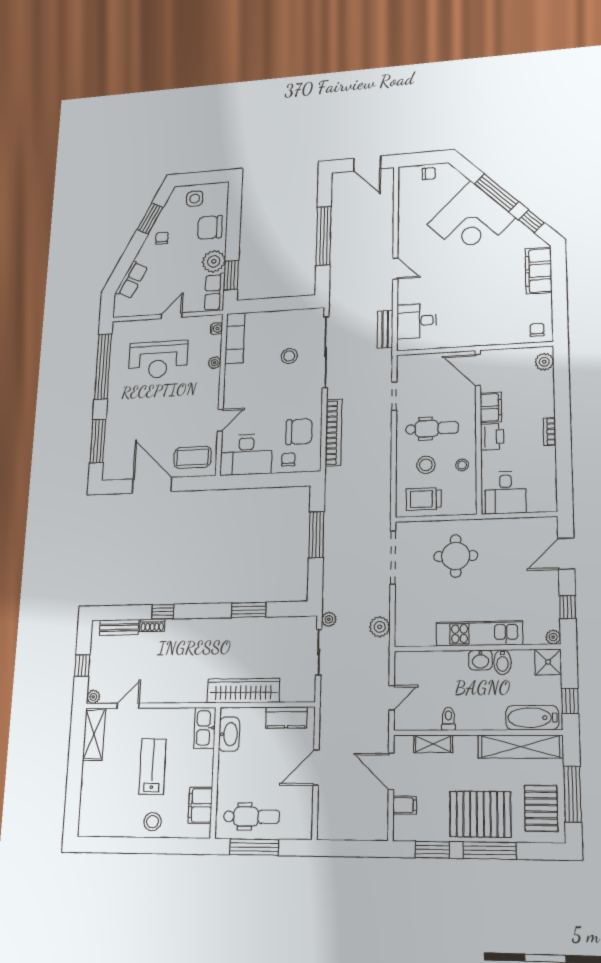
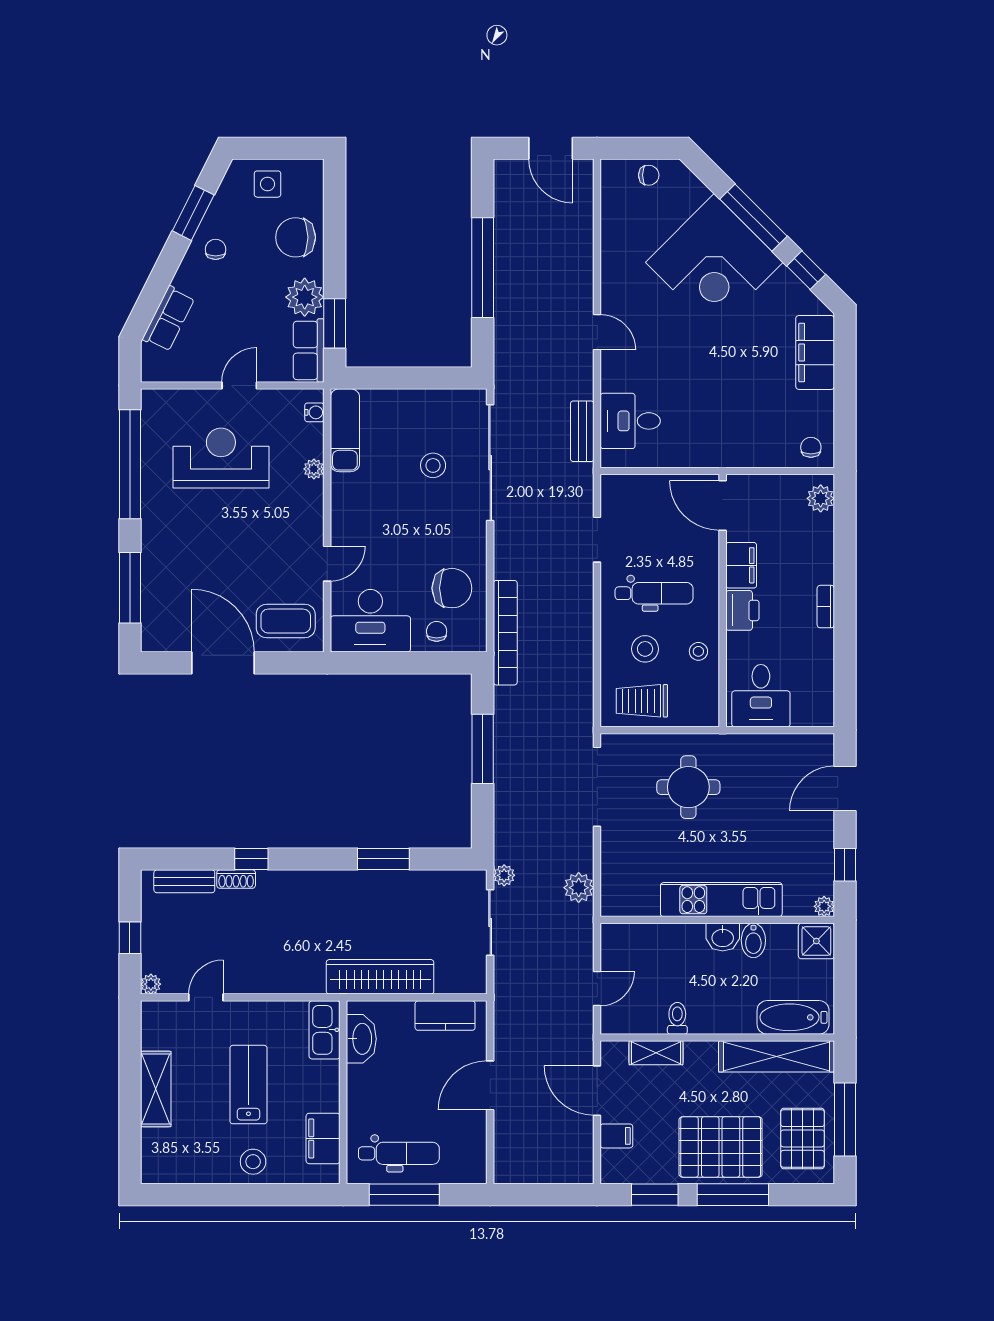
reception desk: (158, 359) -> (221, 458), turned 180
bookcase: (334, 433) -> (505, 633), moved
window: (570, 701) -> (845, 995), removed
shelving: (94, 734) -> (156, 1089), moved

